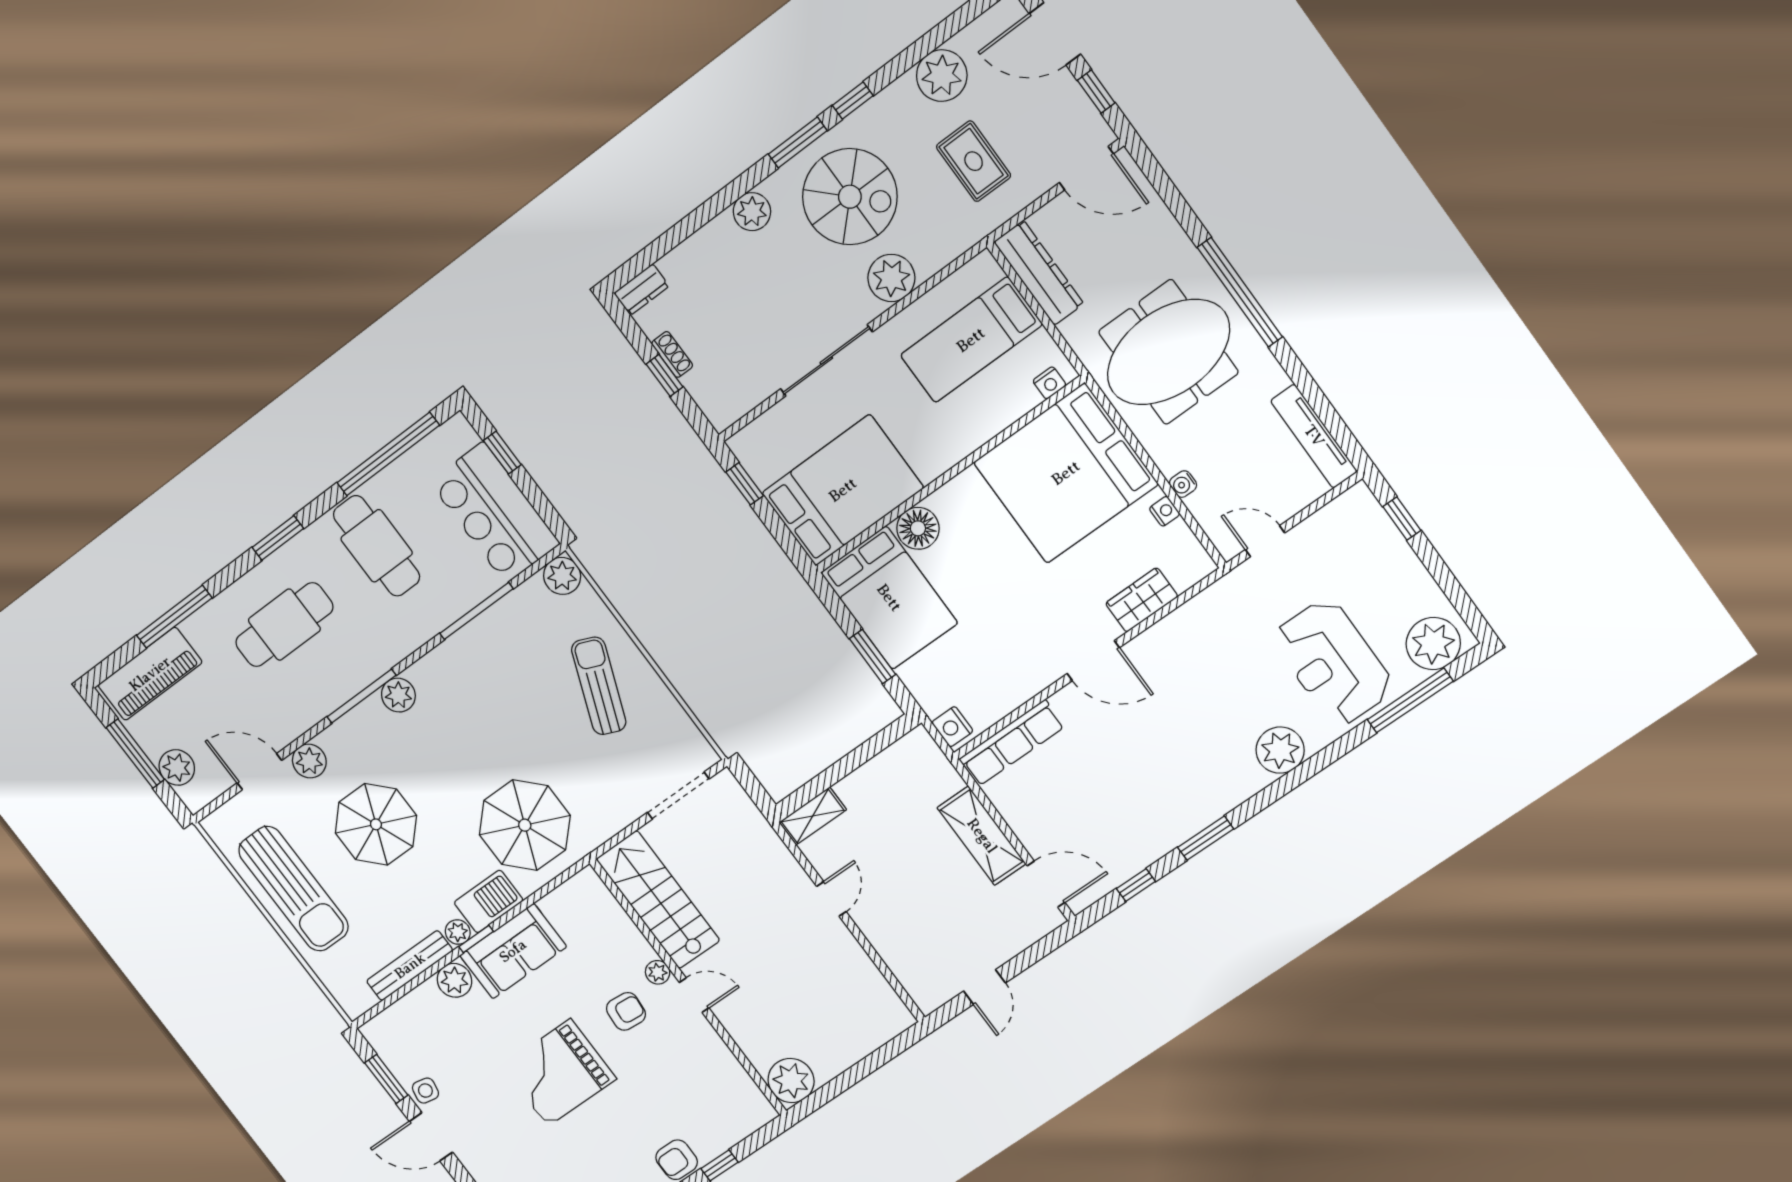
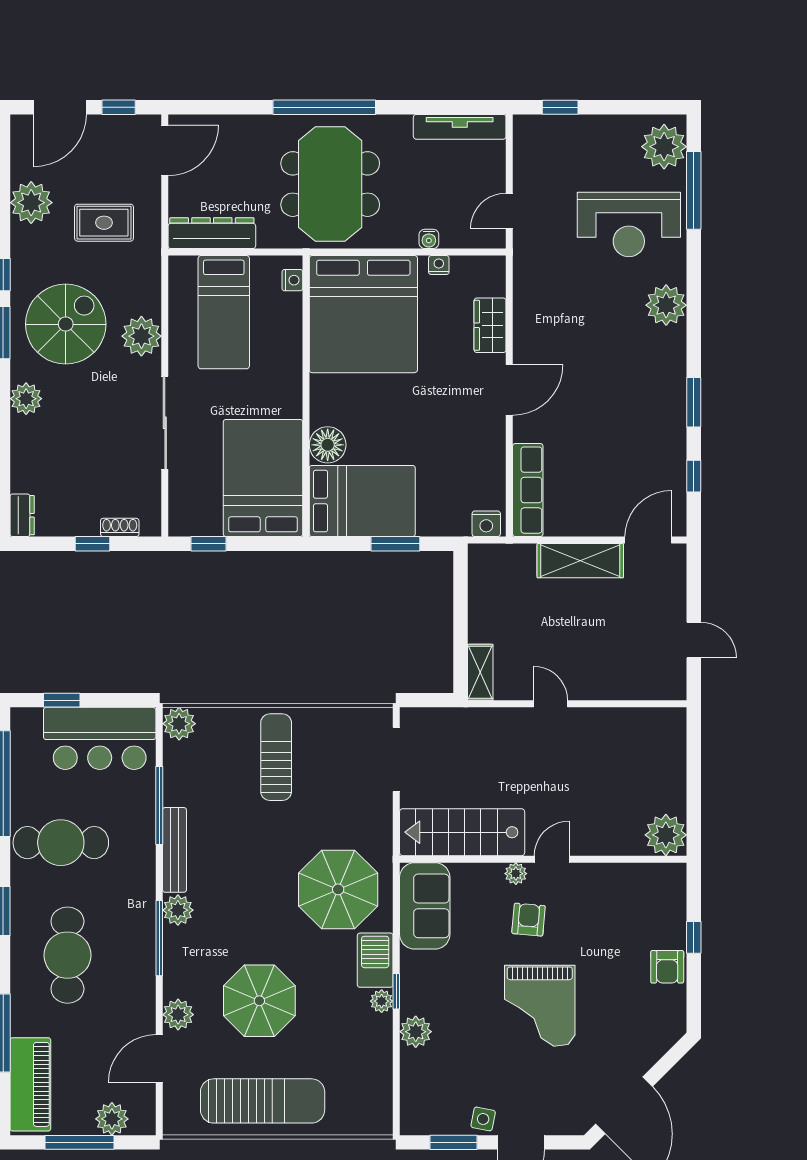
shoe rack: (672, 354) -> (120, 527), moved
sun lounger: (599, 686) -> (276, 757), turned 68
sofa: (513, 951) -> (425, 906), moved
bench: (410, 966) -> (174, 850), moved

